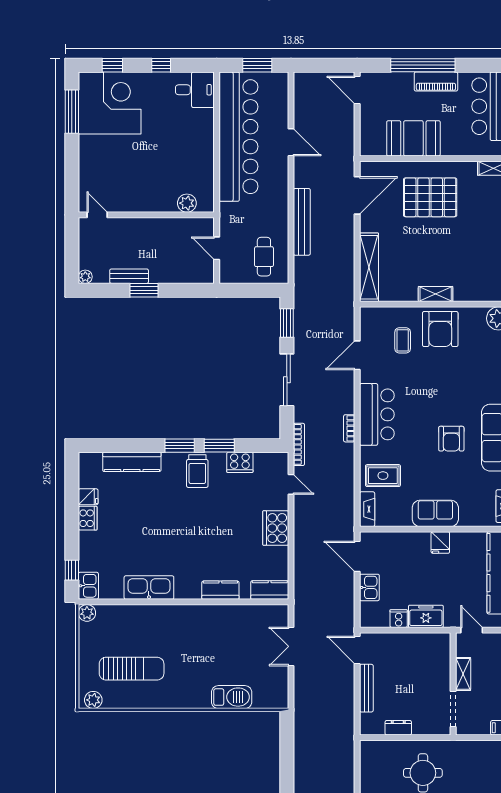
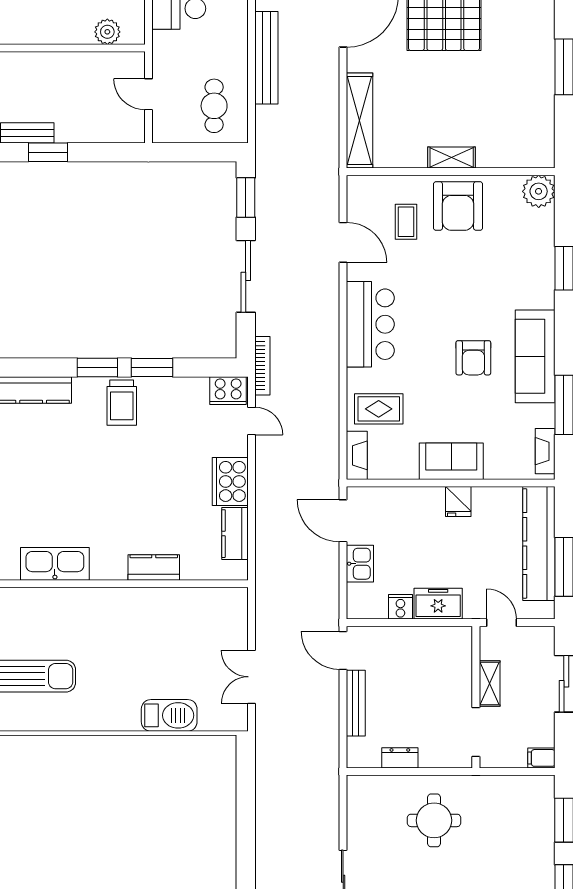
door: (357, 355) -> (343, 242), swing flipped
bookcase: (349, 428) -> (332, 343), removed
cooker: (240, 462) -> (228, 391), moved
kitchen counter: (270, 590) -> (235, 534), moved, turned -90
double door: (291, 646) -> (251, 677), moved

